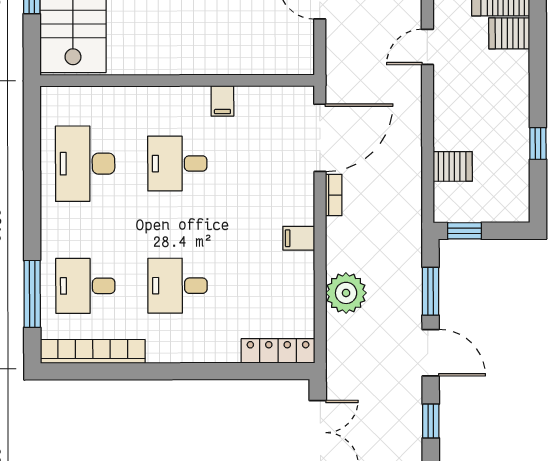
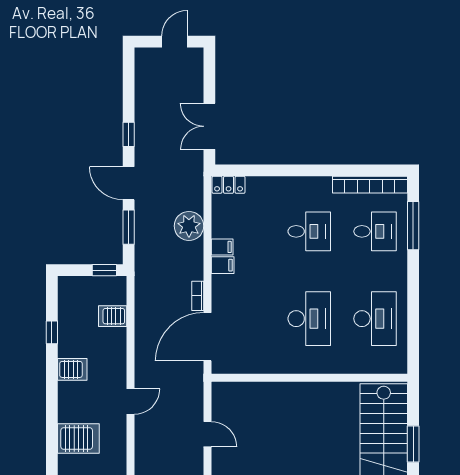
server rack: (509, 33) -> (72, 369), moved
filing cabinet: (222, 101) -> (222, 247), moved, turned 90
desk: (177, 163) -> (309, 319), width x1.37
locker: (278, 351) -> (229, 185), width x0.66

